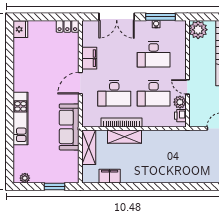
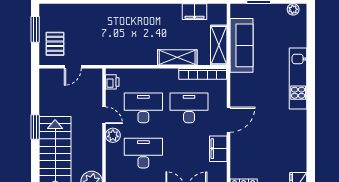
plant: (180, 102) -> (113, 135), moved
bookcase: (121, 122) -> (203, 74), moved
sofa: (69, 127) -> (242, 45), moved

